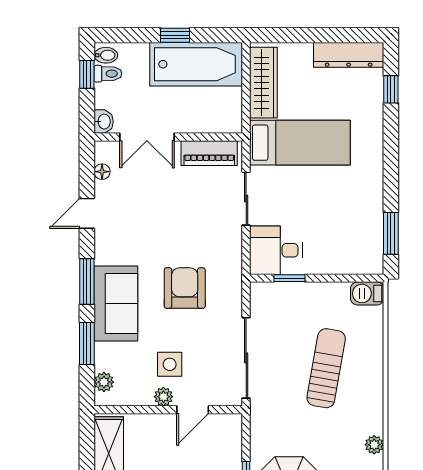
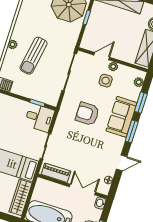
armchair: (185, 288) -> (87, 114), turned 90
plant: (374, 445) -> (13, 44), moved

